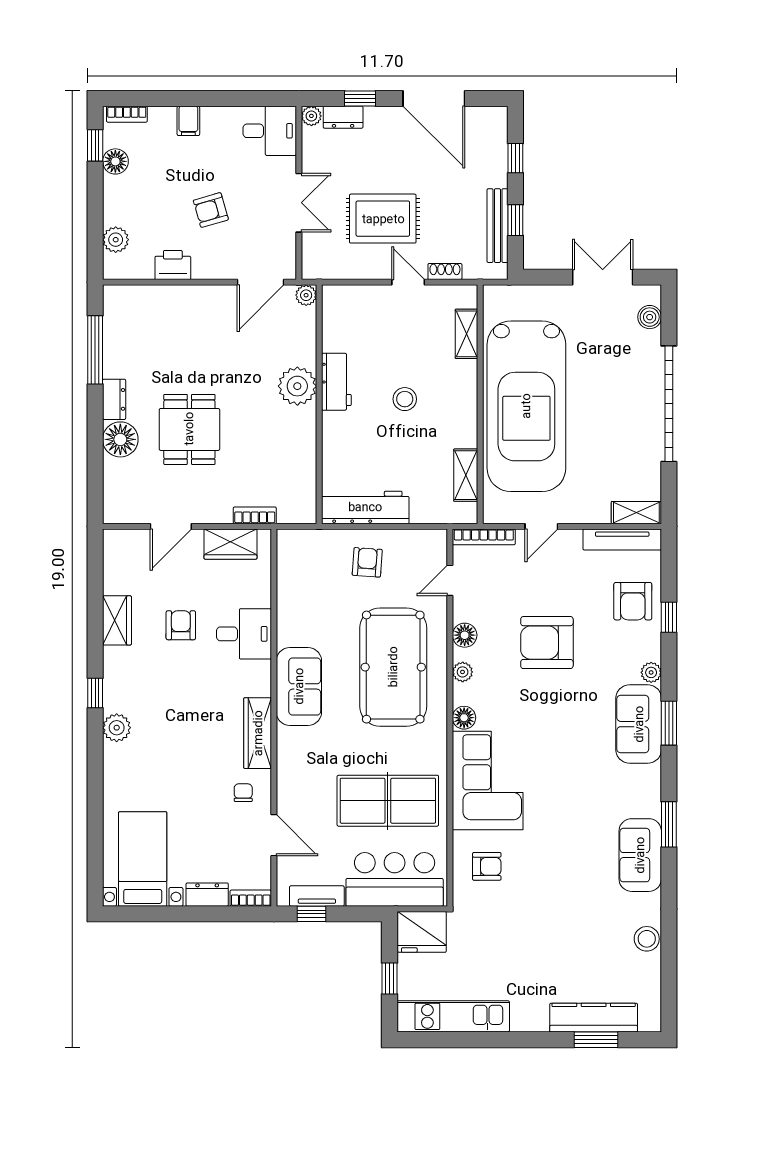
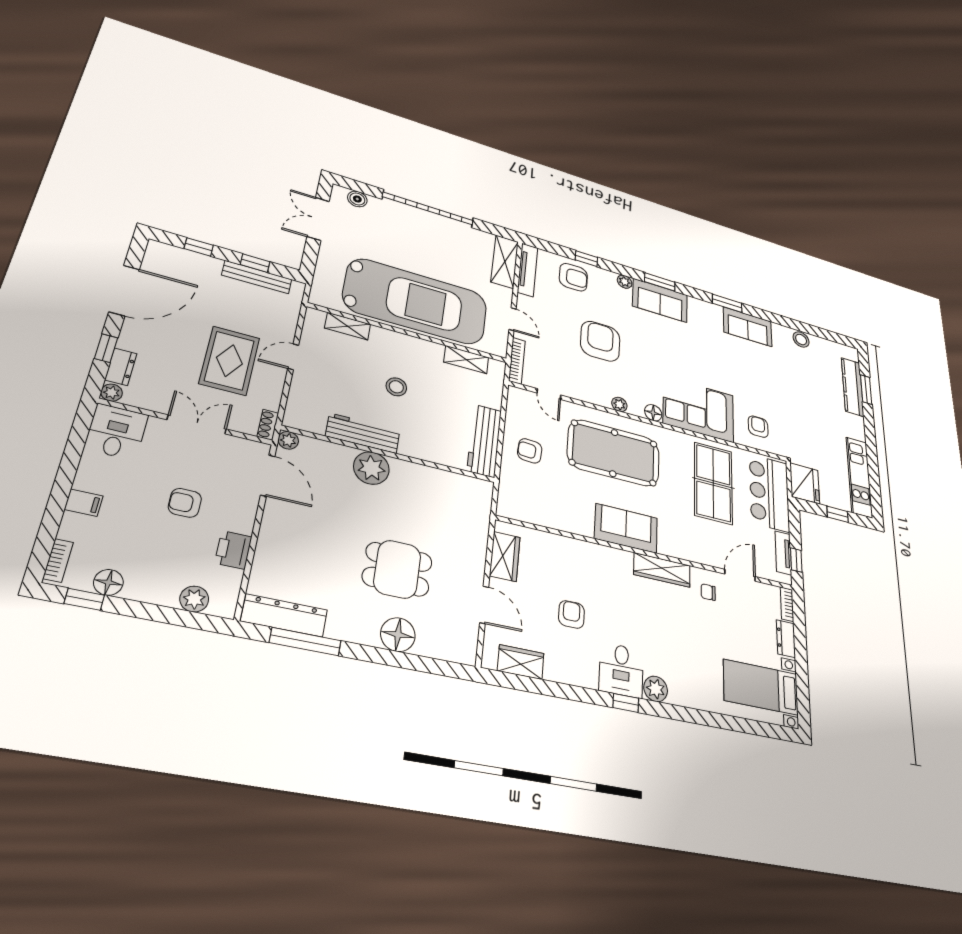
armchair: (211, 210) -> (185, 503), turned 106
shoe rack: (445, 272) -> (268, 425), moved
workbench: (336, 382) -> (363, 433), width x1.37
dresser: (114, 399) -> (284, 616), moved, width x1.96, depth x1.24
shelving: (636, 513) -> (505, 262), width x1.50, depth x1.33
bookcase: (255, 515) -> (482, 530), removed
wardrobe: (117, 620) -> (521, 662), moved
armchair: (181, 625) -> (571, 614), turned 90
desk: (244, 634) -> (621, 670), moved, turned 180
floor lamp: (465, 635) -> (592, 395), removed
armchair: (547, 643) -> (600, 341), turned 180

